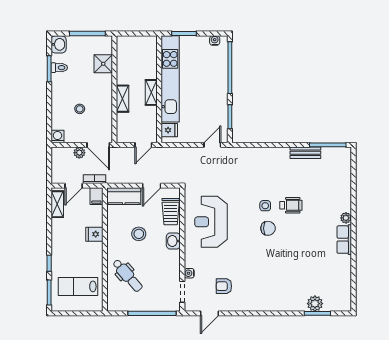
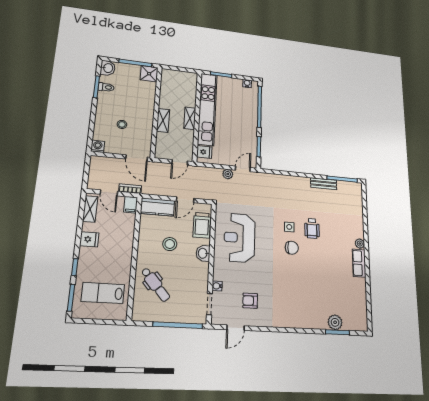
shower: (103, 64) -> (149, 74), moved
plant: (79, 153) -> (228, 174), moved
door: (74, 186) -> (109, 193), hinge flipped
wheelchair: (291, 205) -> (312, 228), turned 90
fridge: (94, 234) -> (89, 239), moved, turned 180

